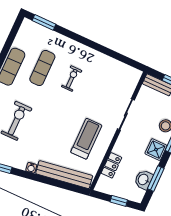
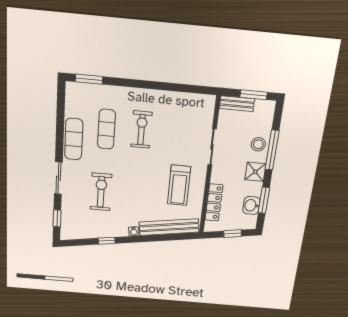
exercise bike: (72, 79) -> (141, 130), width x1.38, depth x1.39
treadmill: (86, 139) -> (179, 185), turned 180
locker: (111, 165) -> (214, 203), width x1.53

